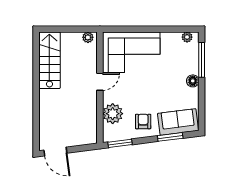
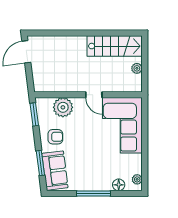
plant: (88, 37) -> (137, 68), moved
window: (202, 60) -> (93, 193), moved
floor lamp: (193, 81) -> (119, 185), moved

